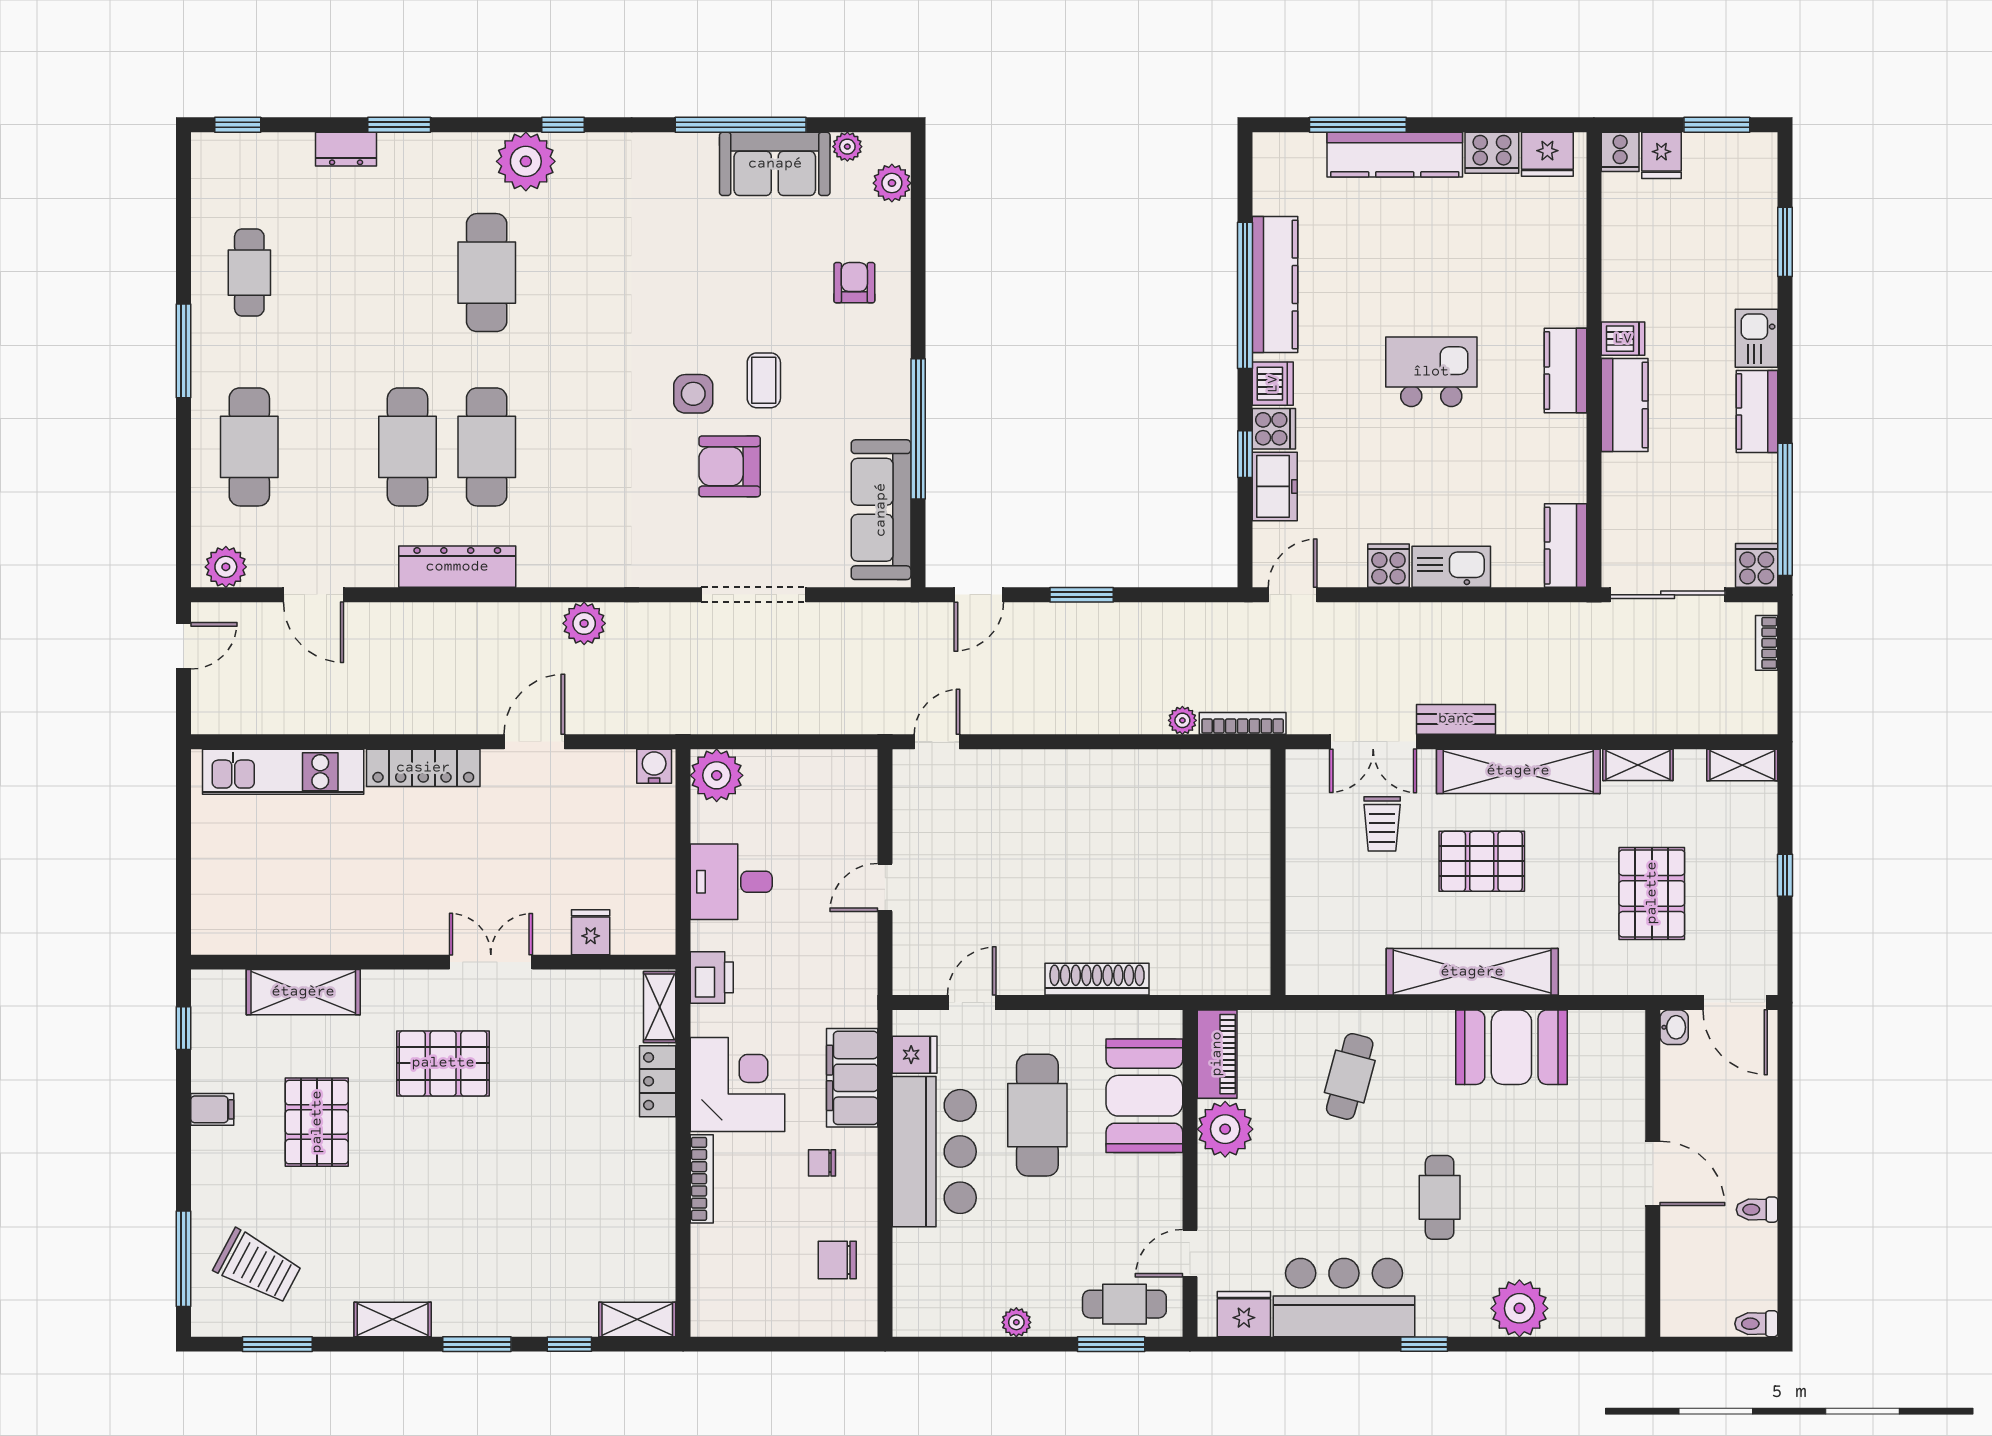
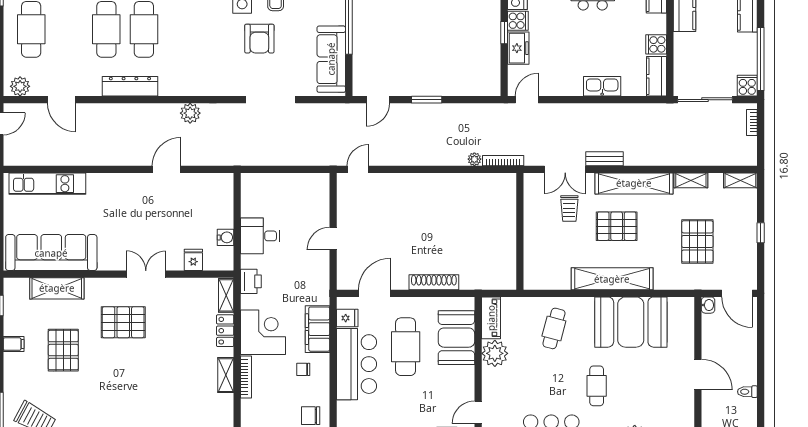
armchair: (730, 466) -> (259, 39), turned -90
cooker: (1388, 566) -> (656, 44), moved, turned -90
water cooler: (654, 766) -> (226, 237), moved, turned 90
locker: (423, 768) -> (114, 182), removed
plant: (717, 775) -> (253, 185), removed
sofa: (292, 917) -> (51, 253), added
door: (972, 1003) -> (374, 293), width x1.38
booth: (1511, 1047) -> (631, 322), width x1.36, depth x1.42
shelving: (659, 1175) -> (226, 375), added

